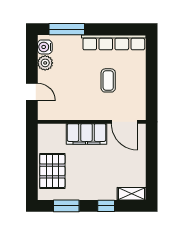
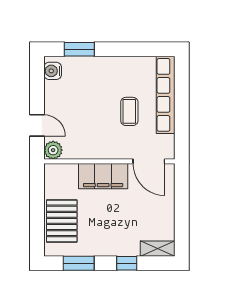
window: (67, 29) -> (79, 49), width x0.69
row of seats: (114, 42) -> (166, 95), moved, turned 90
plant: (45, 63) -> (53, 150), moved

